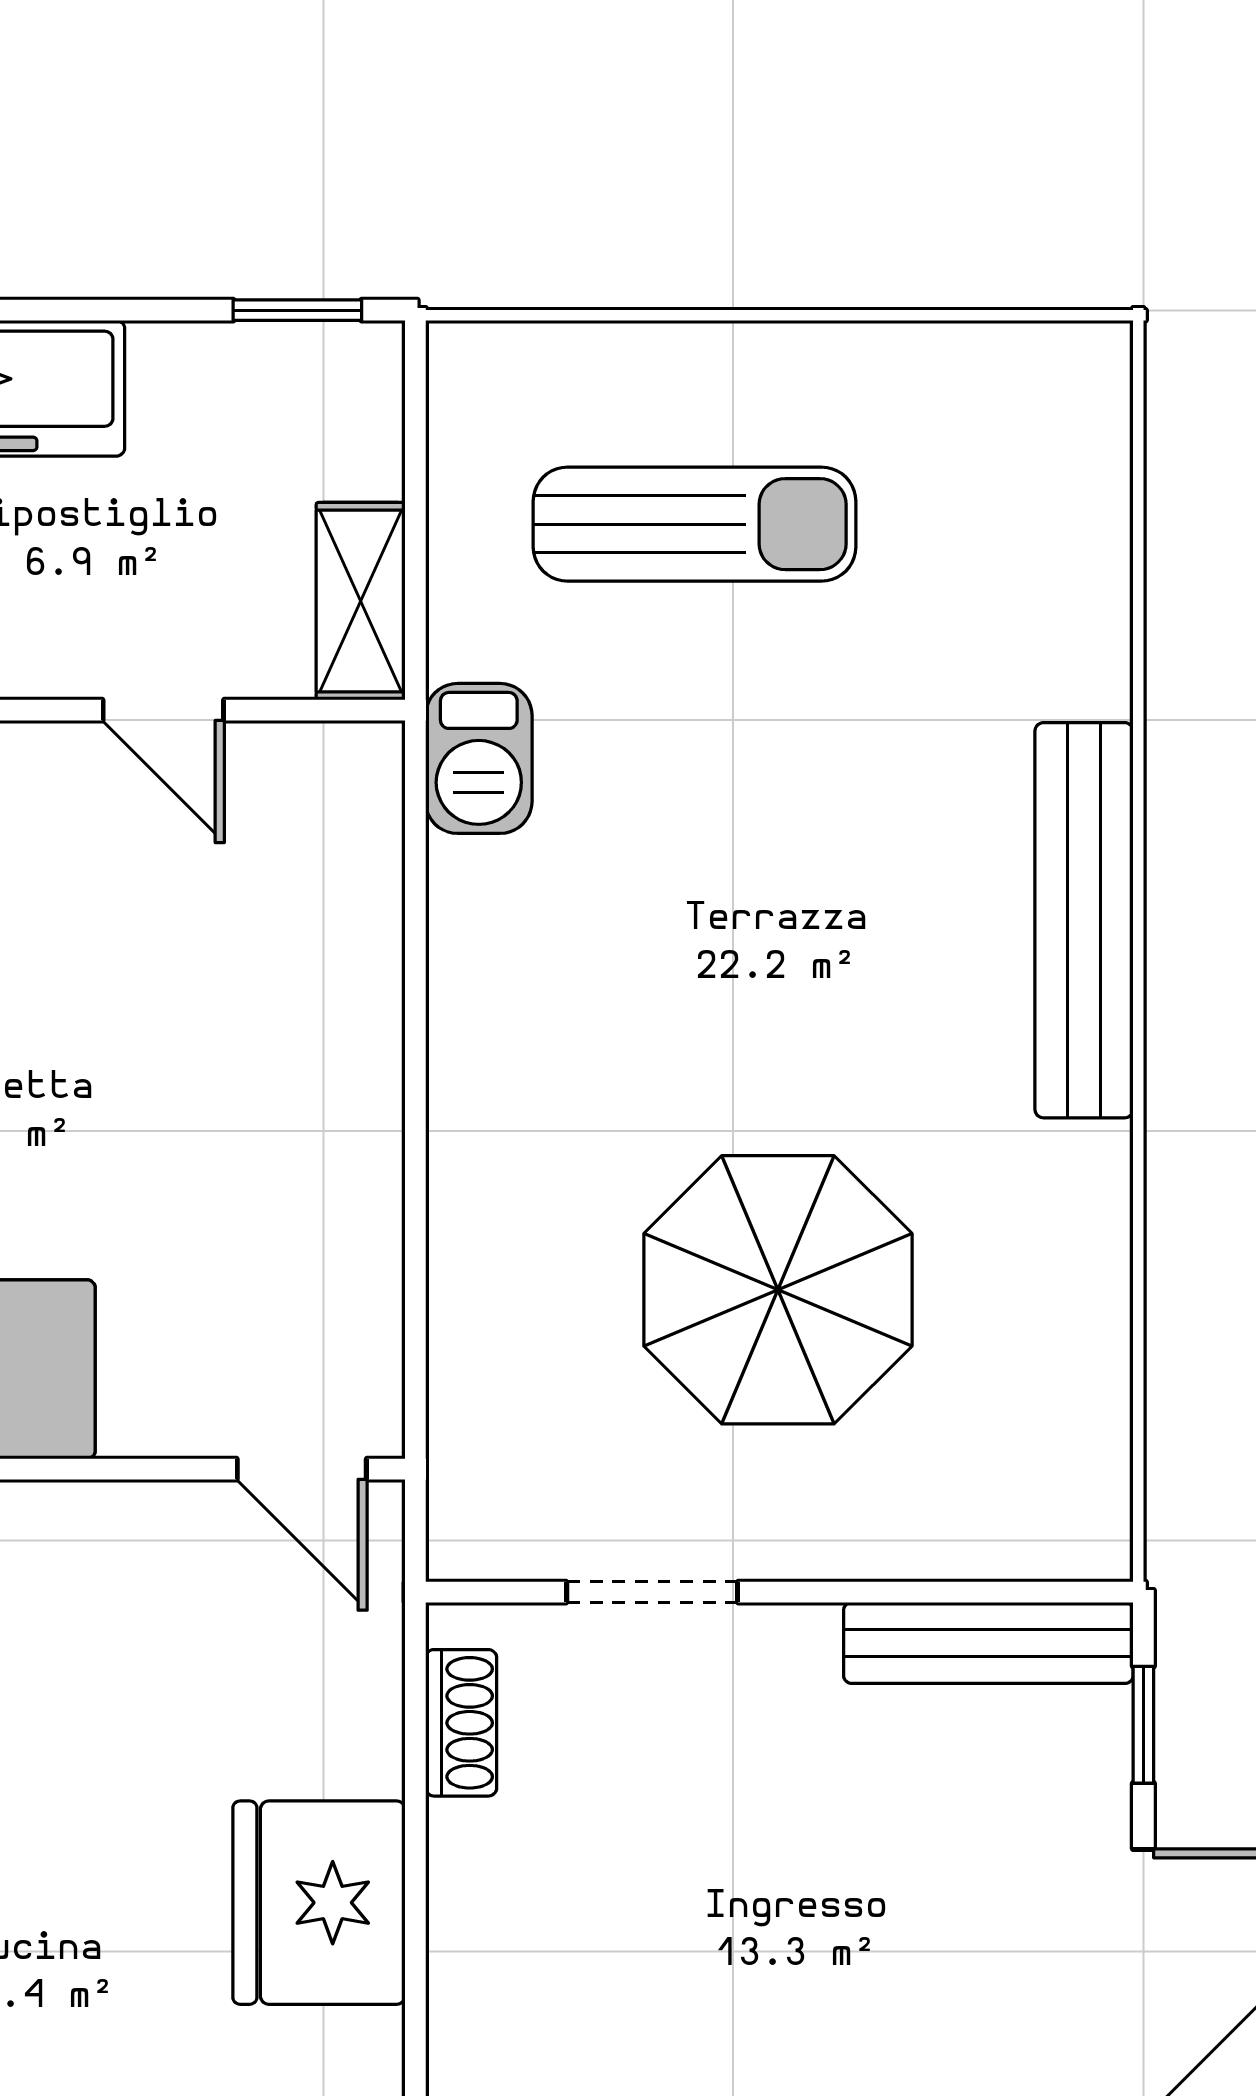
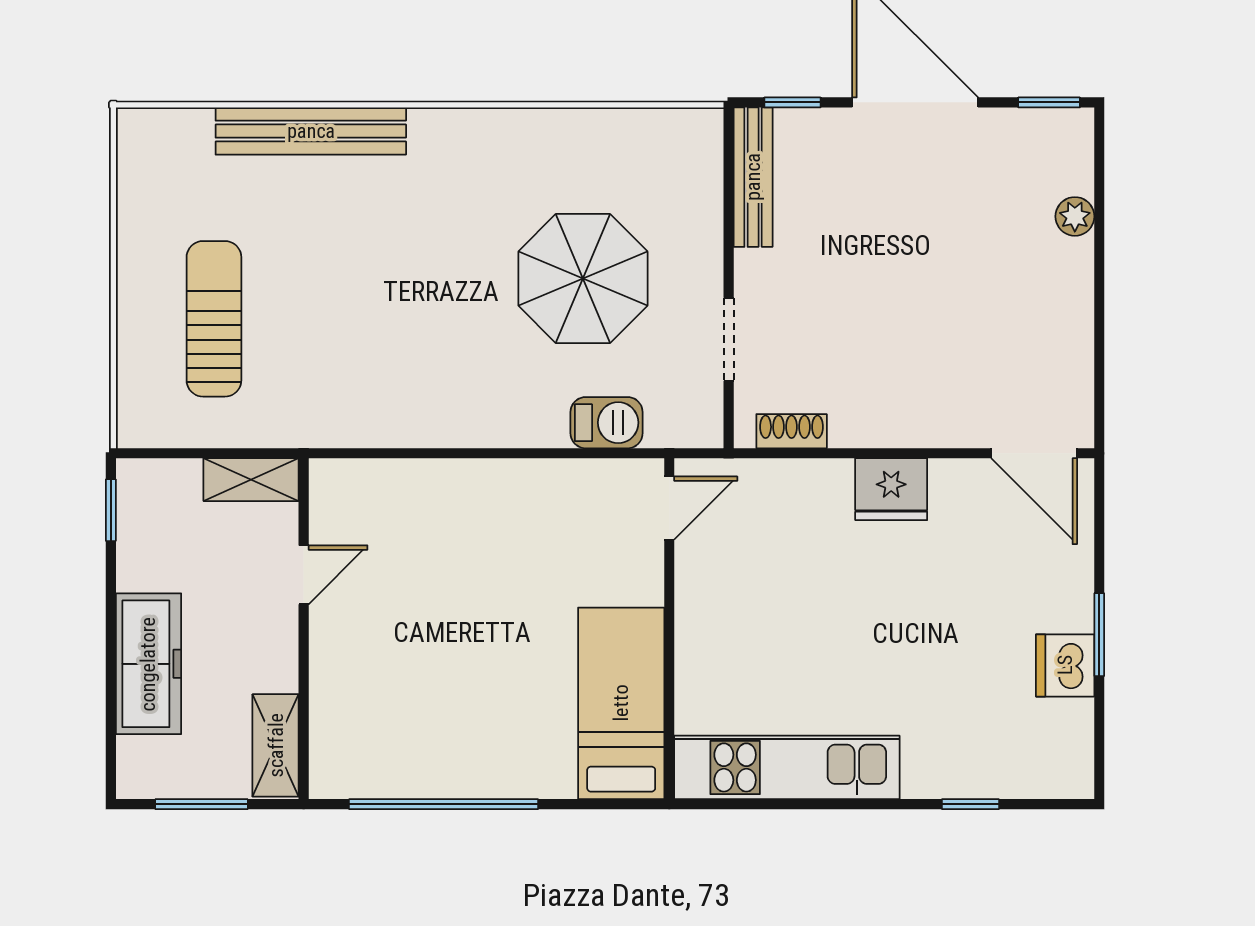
barbecue: (479, 758) -> (607, 423), moved
bench: (1084, 920) -> (311, 131), moved
fridge: (319, 1903) -> (891, 489), width x0.73, depth x0.75

